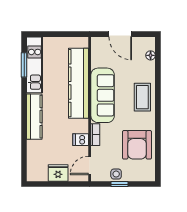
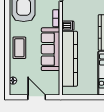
dishwasher: (81, 140) -> (68, 26), moved

